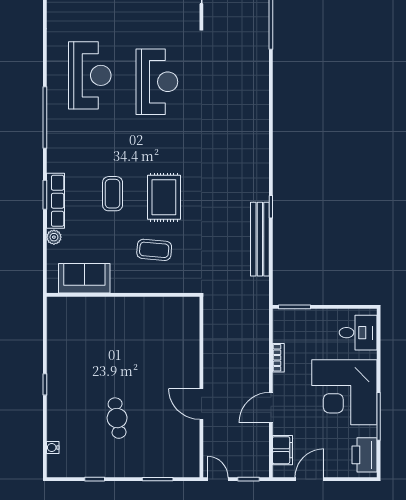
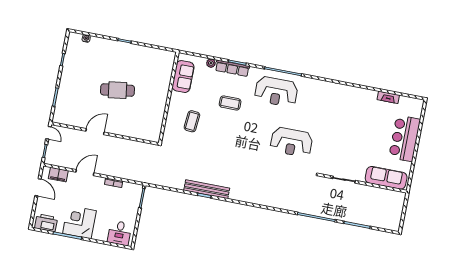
reception desk: (90, 75) -> (276, 92), moved
rug: (164, 197) -> (222, 133), removed
bench: (260, 239) -> (207, 189), moved
corner desk: (344, 392) -> (80, 222), width x0.74, depth x0.74
door: (271, 408) -> (85, 173), hinge flipped
cafe table: (117, 418) -> (117, 90), moved, width x1.37, depth x1.35
door: (218, 479) -> (48, 133), hinge flipped

